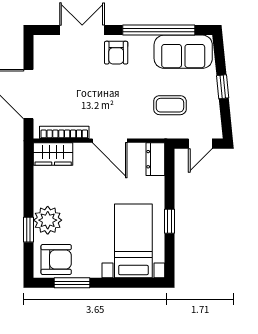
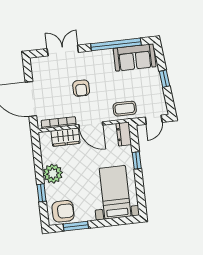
armchair: (116, 53) -> (81, 88), moved
coffee table: (170, 105) -> (125, 109), moved
wardrobe: (53, 154) -> (65, 137), moved
plant: (48, 220) -> (53, 174), moved
window: (170, 221) -> (137, 160), moved

